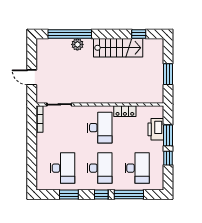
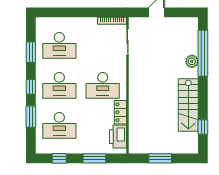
printer: (156, 129) -> (118, 137), moved, turned -90
window: (168, 158) -> (59, 158), moved
window: (129, 195) -> (31, 117), width x0.69

